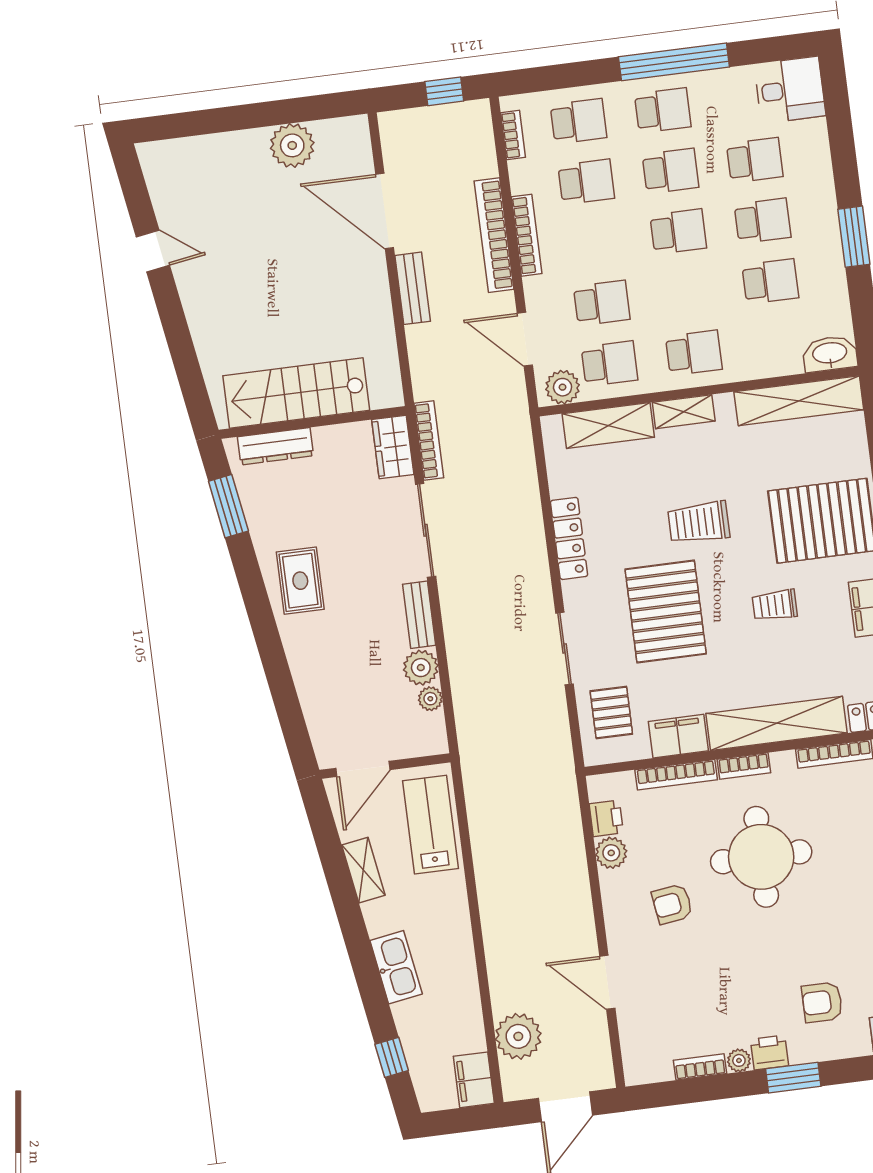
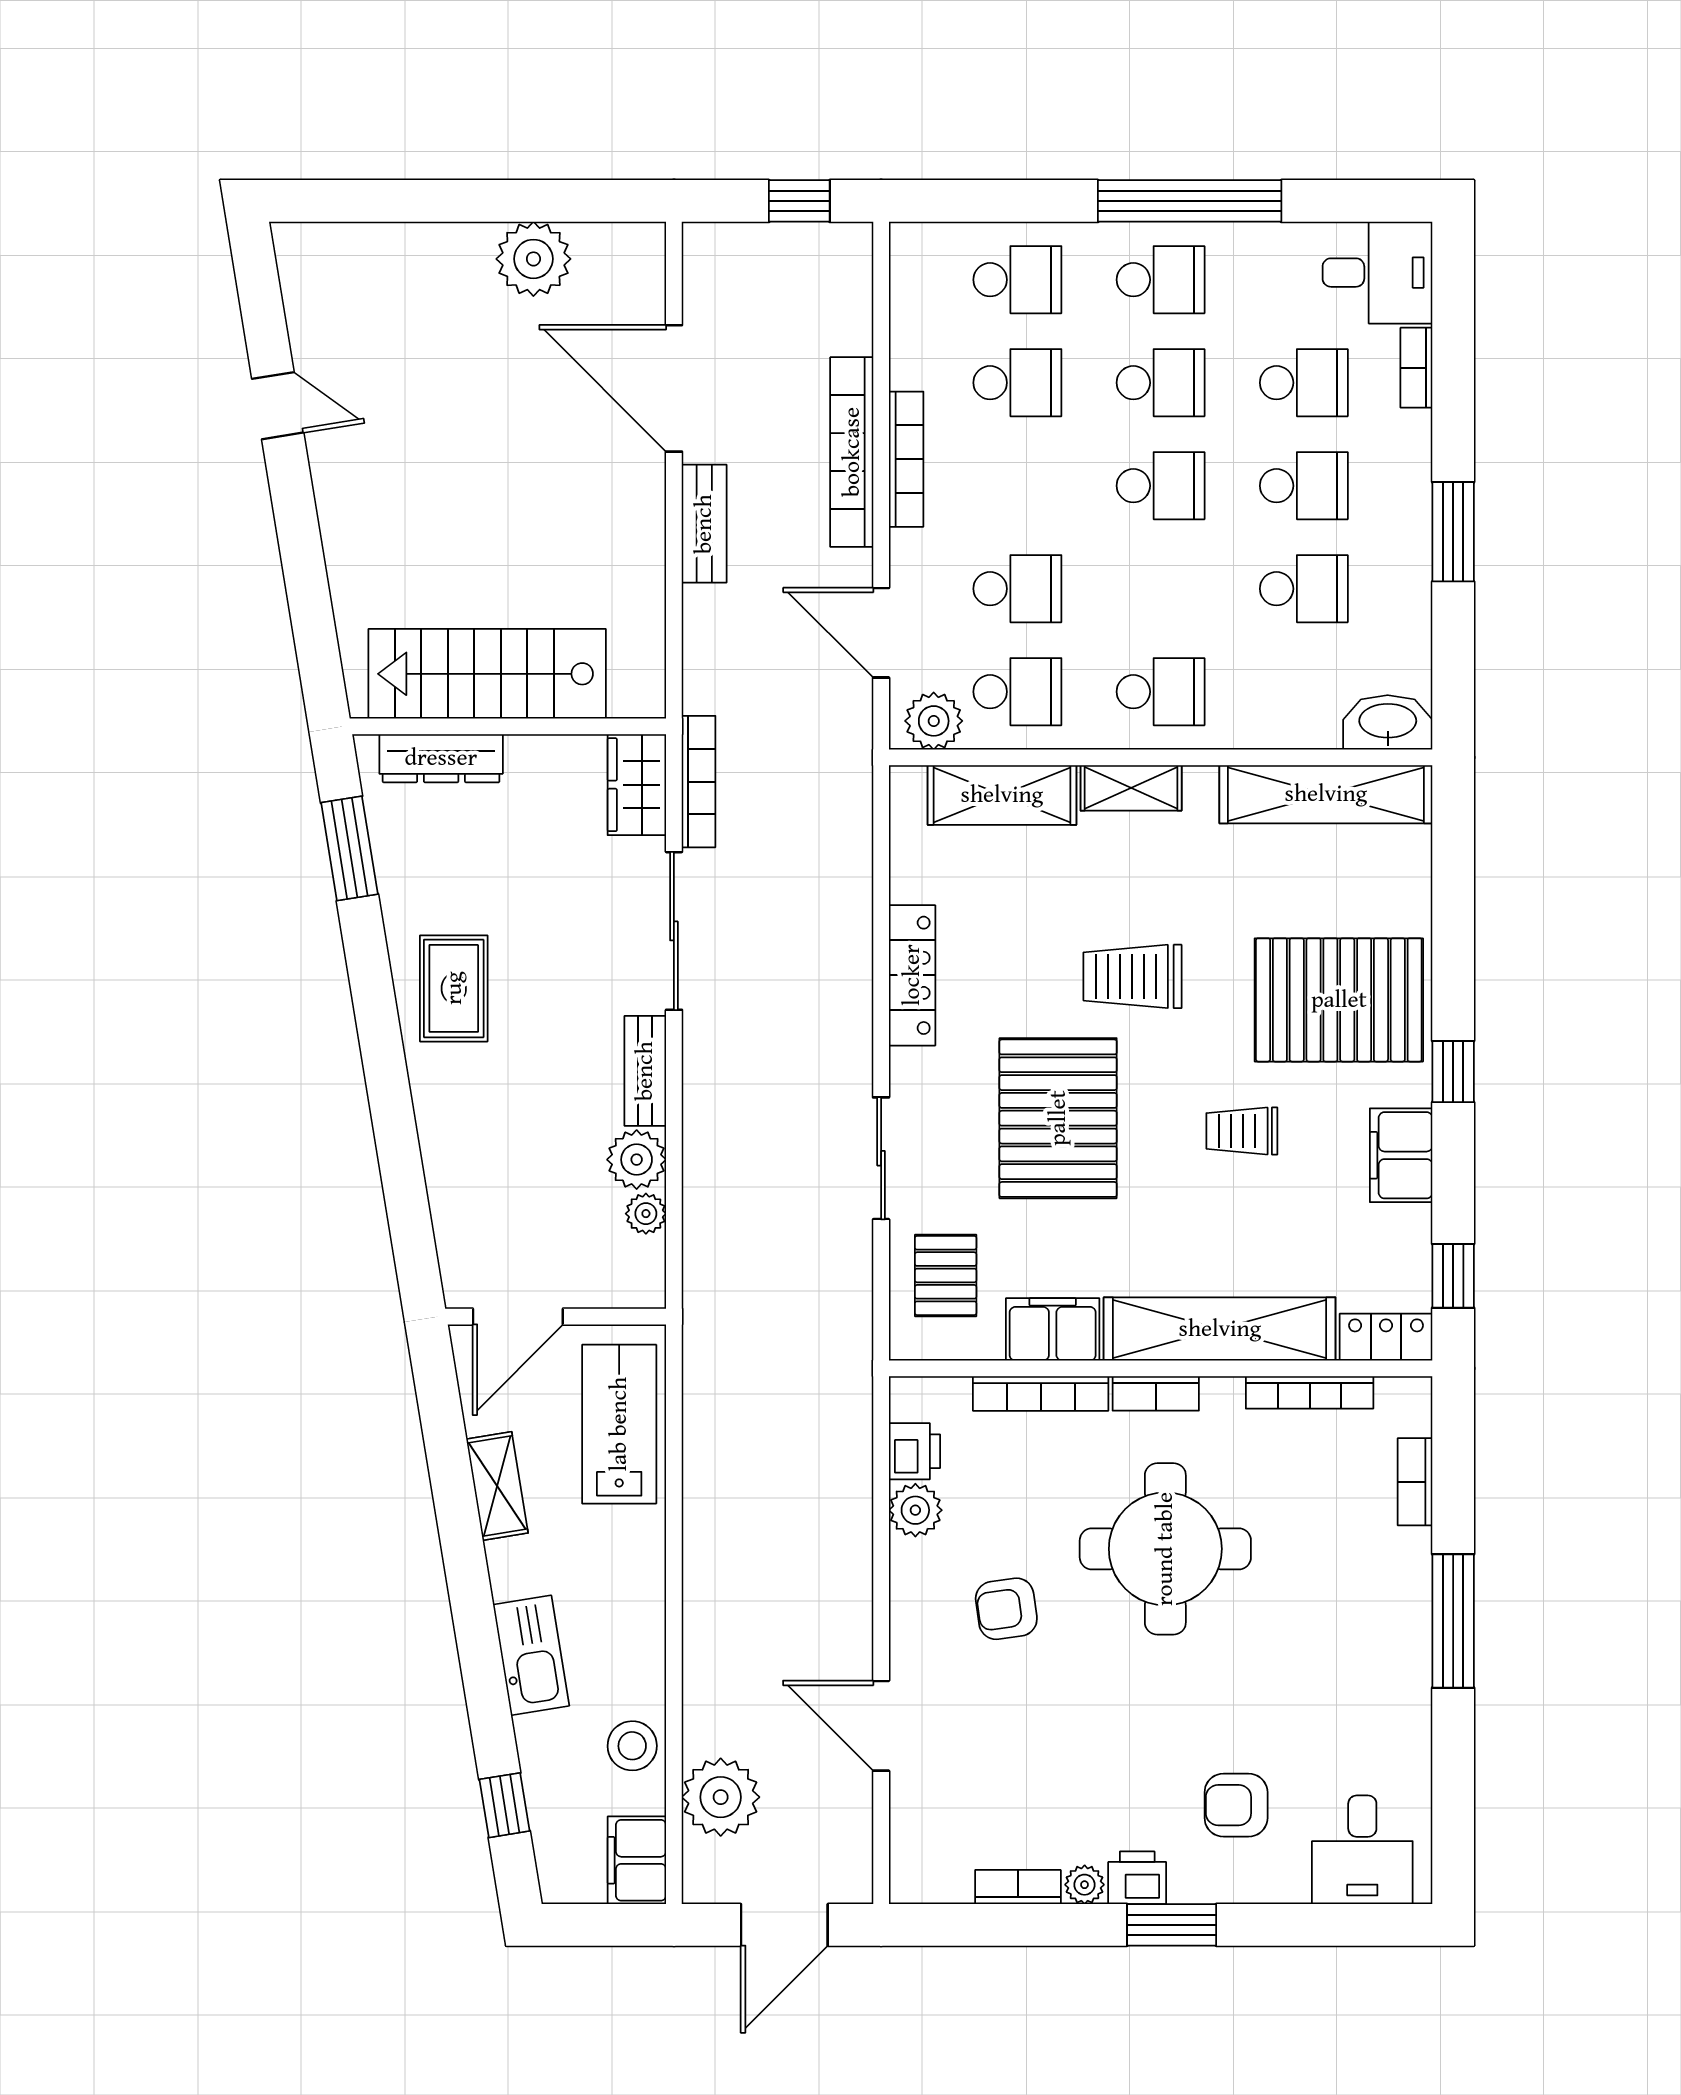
bookcase: (513, 135) -> (1416, 368), moved, turned 180
stool: (462, 1013) -> (632, 1746), added

